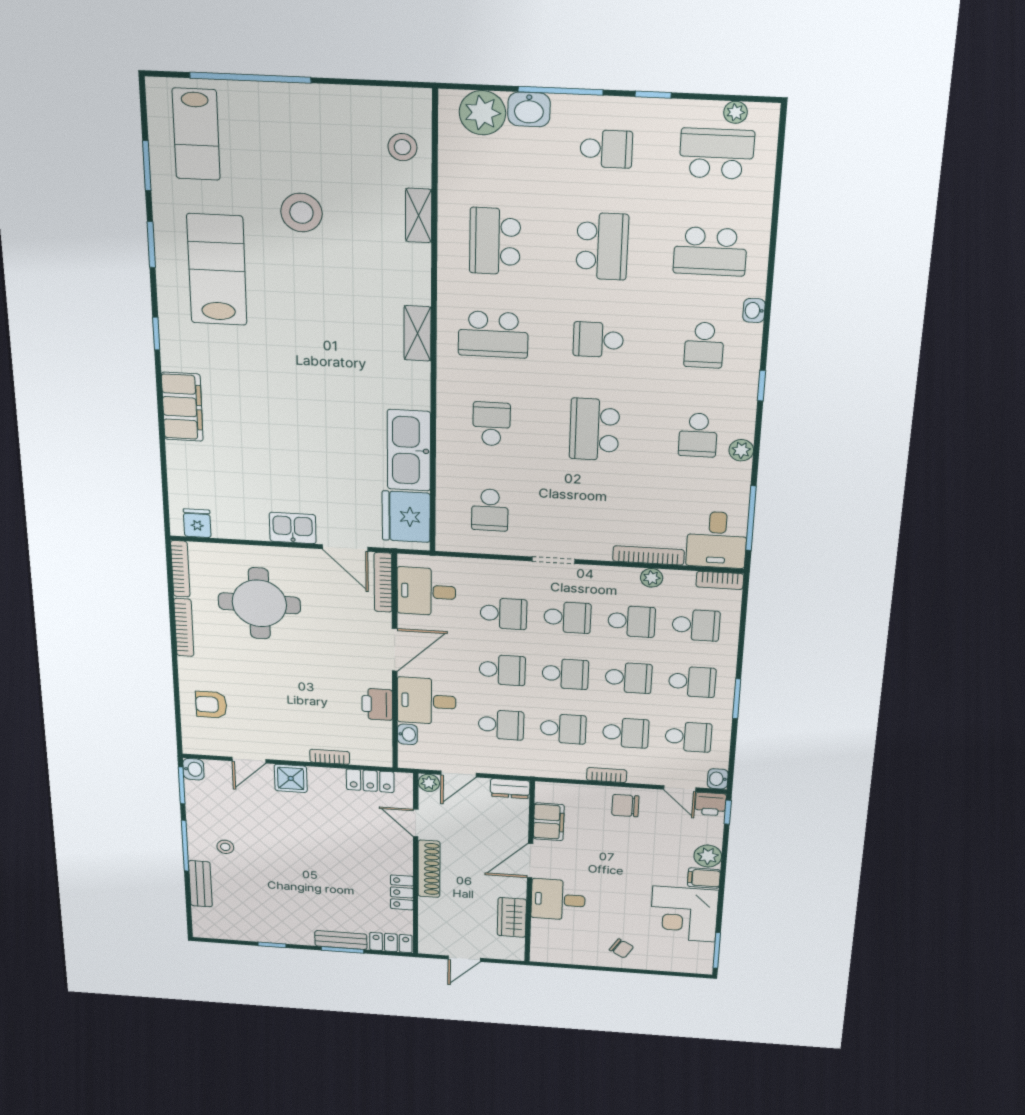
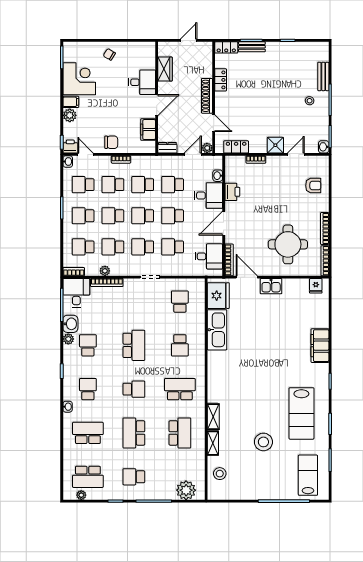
washbasin: (529, 109) -> (70, 324), moved, turned 90
shelving: (417, 333) -> (213, 417), moved

